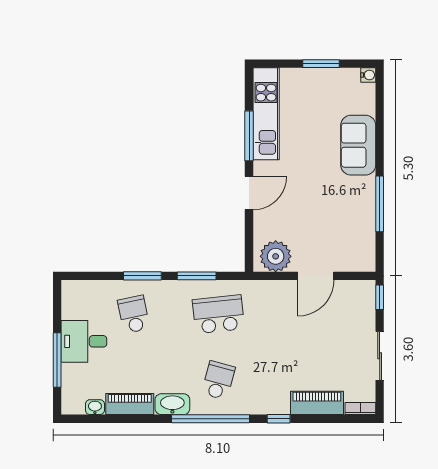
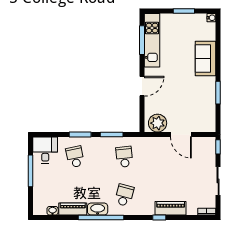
window: (249, 136) -> (142, 40), moved
window: (380, 204) -> (218, 93), width x0.69
door: (316, 276) -> (181, 134), hinge flipped
school desk: (218, 314) -> (124, 157), width x0.54
desk: (84, 341) -> (45, 150), moved, turned 90
window: (57, 360) -> (31, 171), moved
piano: (317, 403) -> (171, 208), moved
window: (211, 419) -> (101, 218), moved

